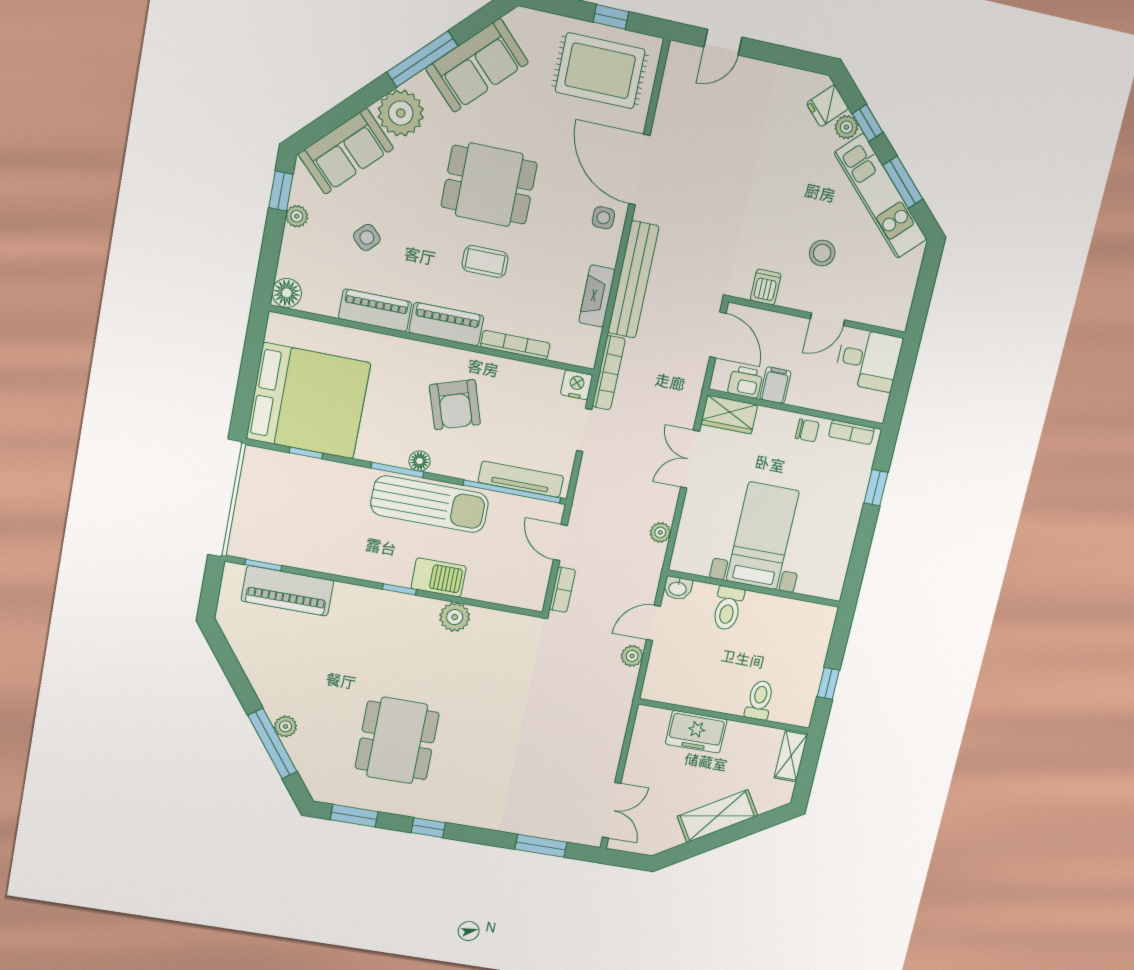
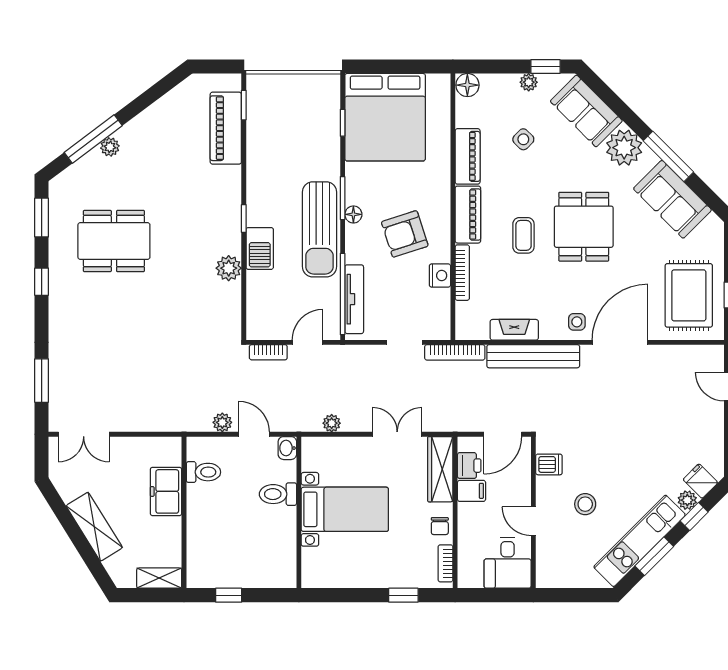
nightstand: (577, 385) -> (440, 275), moved
wardrobe: (729, 414) -> (440, 469), width x1.50
toilet: (760, 700) -> (203, 472), moved

